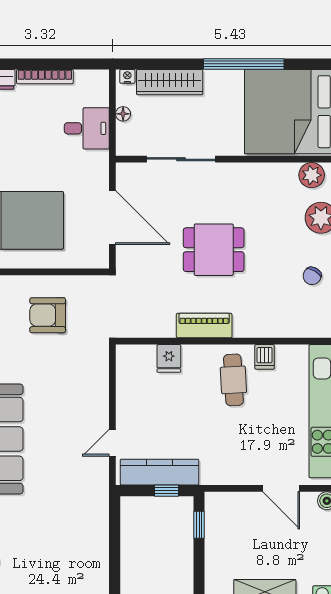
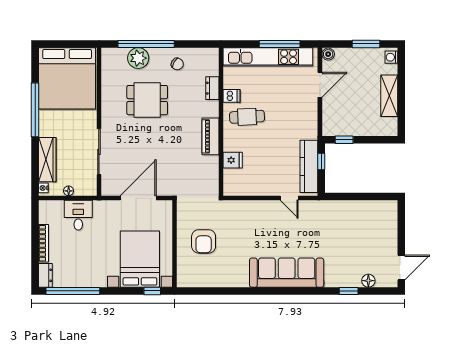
plant: (312, 175) -> (110, 64), removed
dining table: (214, 250) -> (147, 100), moved, turned 90
dresser: (276, 328) -> (212, 88), added

